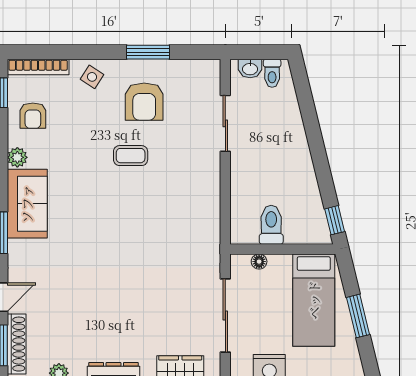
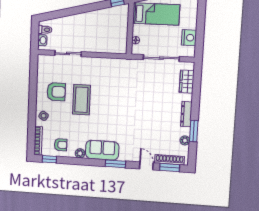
window: (148, 52) -> (33, 89), removed
coffee table: (131, 156) -> (81, 100), width x1.86, depth x1.72
toilet: (271, 225) -> (118, 33), removed

